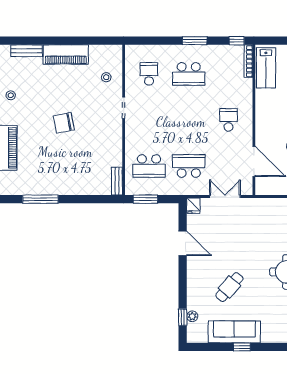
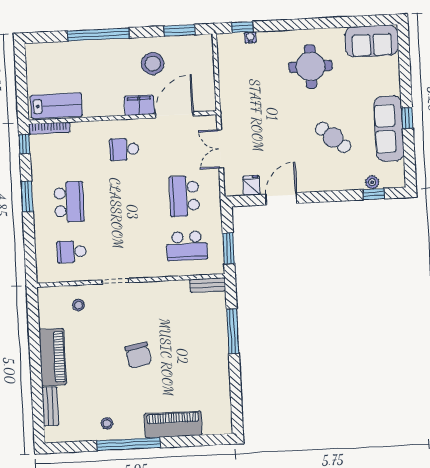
filing cabinet: (263, 134) -> (139, 105), added
school desk: (149, 166) -> (187, 246), turned 90
window: (40, 199) -> (233, 331), moved
fridge: (193, 206) -> (251, 185), moved, turned -90

